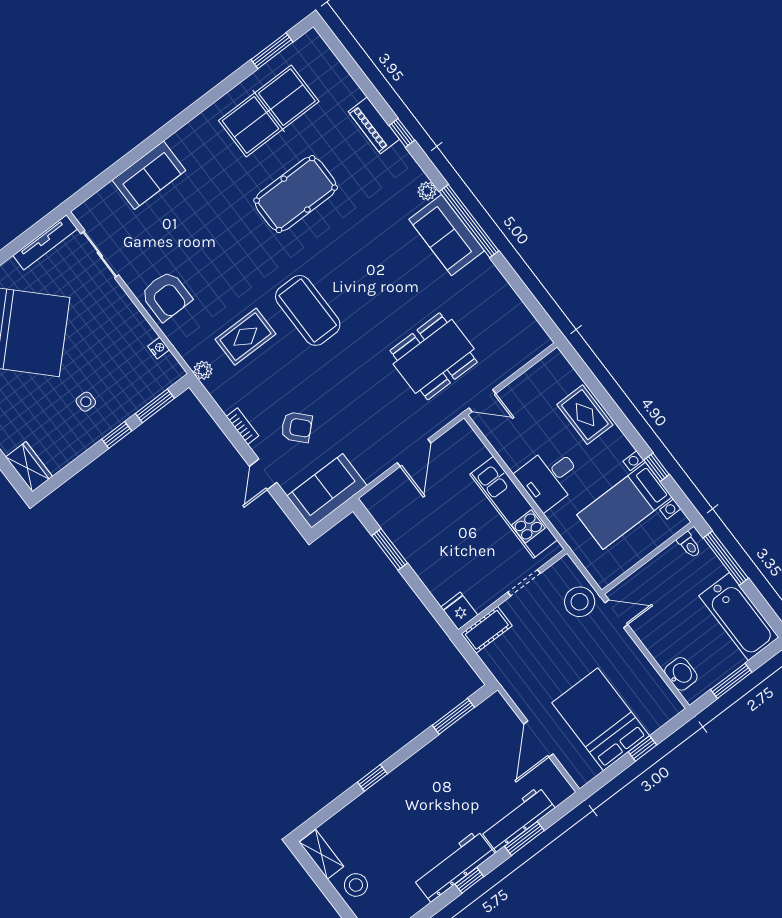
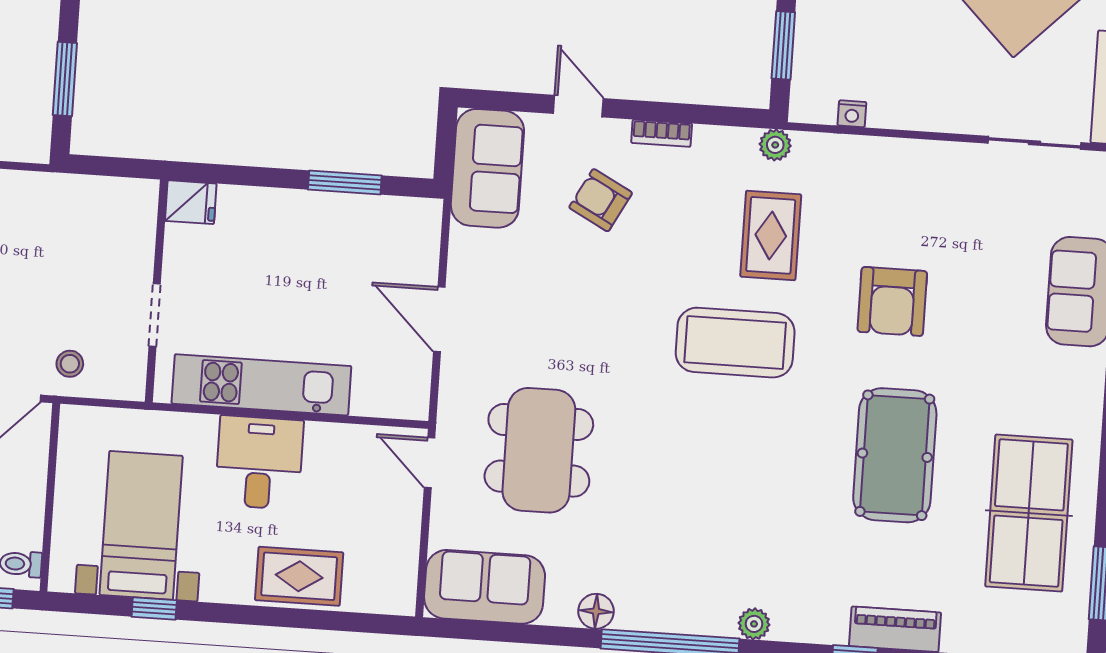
sofa: (447, 235) -> (485, 587), moved
floor lamp: (484, 267) -> (596, 611), added
armchair: (166, 296) -> (892, 301), moved, turned -90
door: (482, 401) -> (430, 463), hinge flipped
armchair: (297, 427) -> (601, 200), turned 71
stool: (580, 602) -> (70, 364), width x0.53, depth x0.53
cot: (487, 630) -> (137, 216), removed

